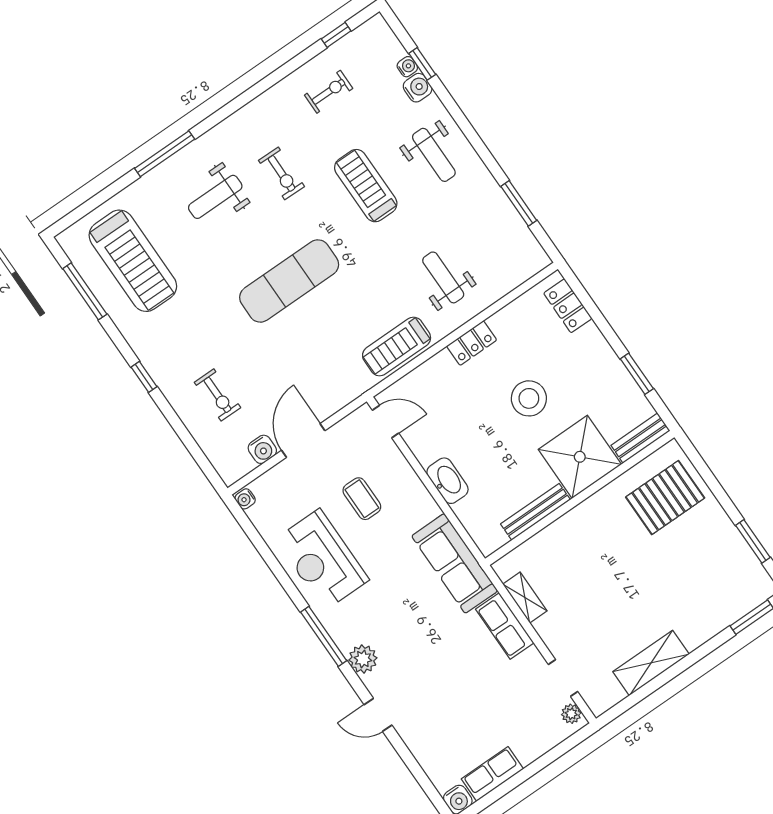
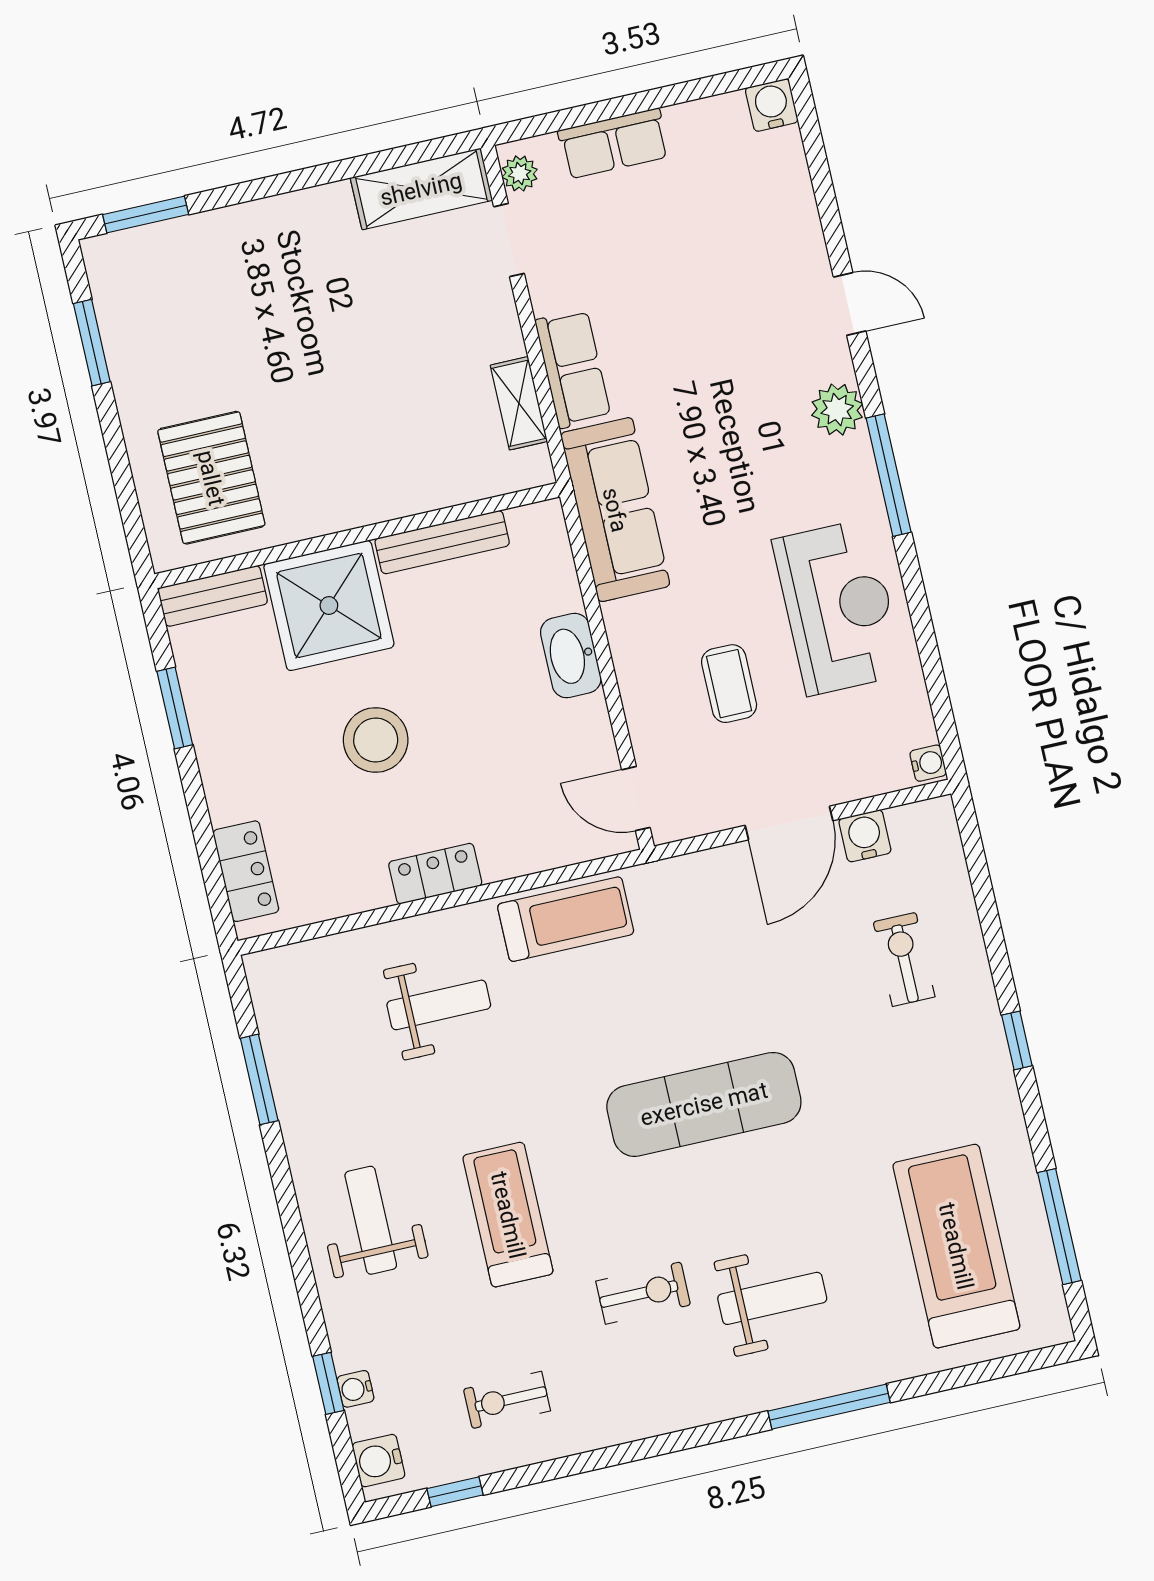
water cooler: (418, 88) -> (379, 1461), moved
exercise bike: (282, 173) -> (643, 1293), turned 89
treadmill: (366, 186) -> (508, 1215), turned 180
weight bench: (443, 277) -> (439, 1005), turned -90
pallet: (665, 498) -> (211, 478), turned 90
shelving: (651, 663) -> (421, 189), moved
row of seats: (492, 774) -> (614, 143), moved

